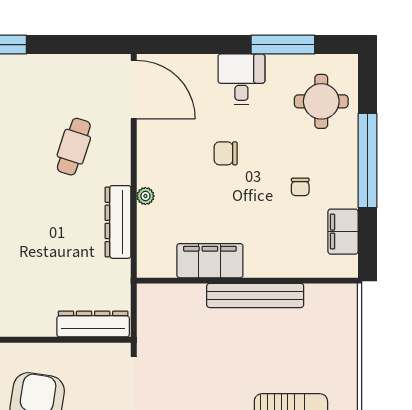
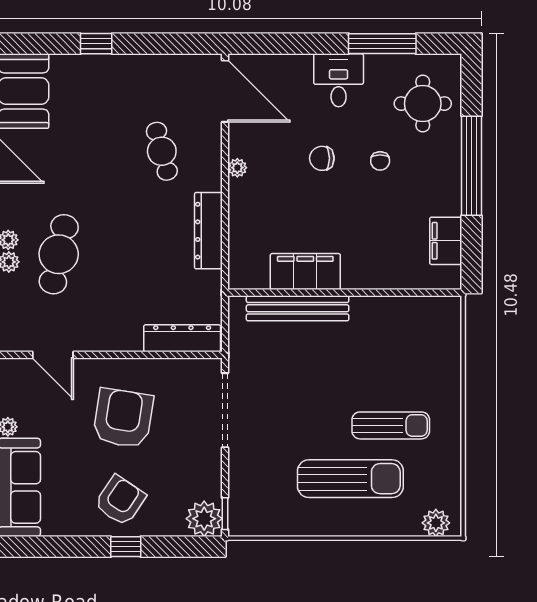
cafe table: (74, 147) -> (162, 151), turned -33
chair: (300, 187) -> (380, 161), moved
plant: (145, 196) -> (237, 168), moved
bench: (255, 295) -> (298, 308), moved

